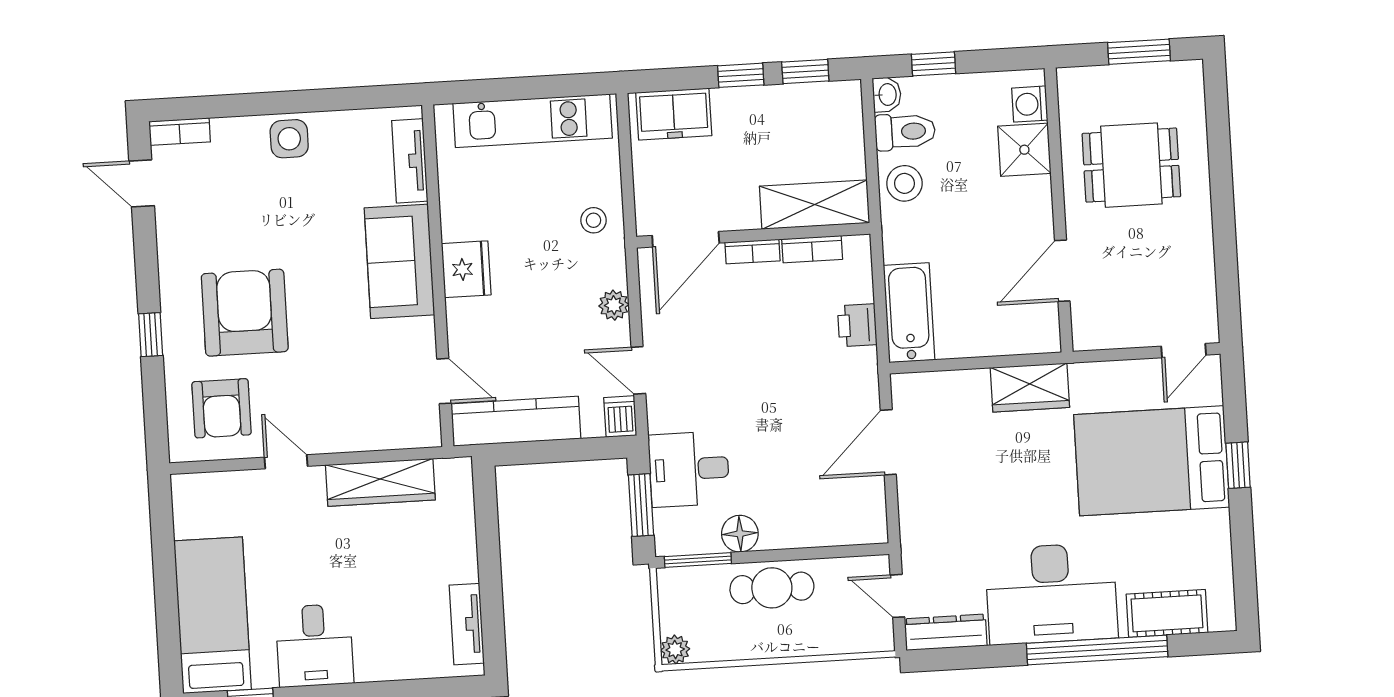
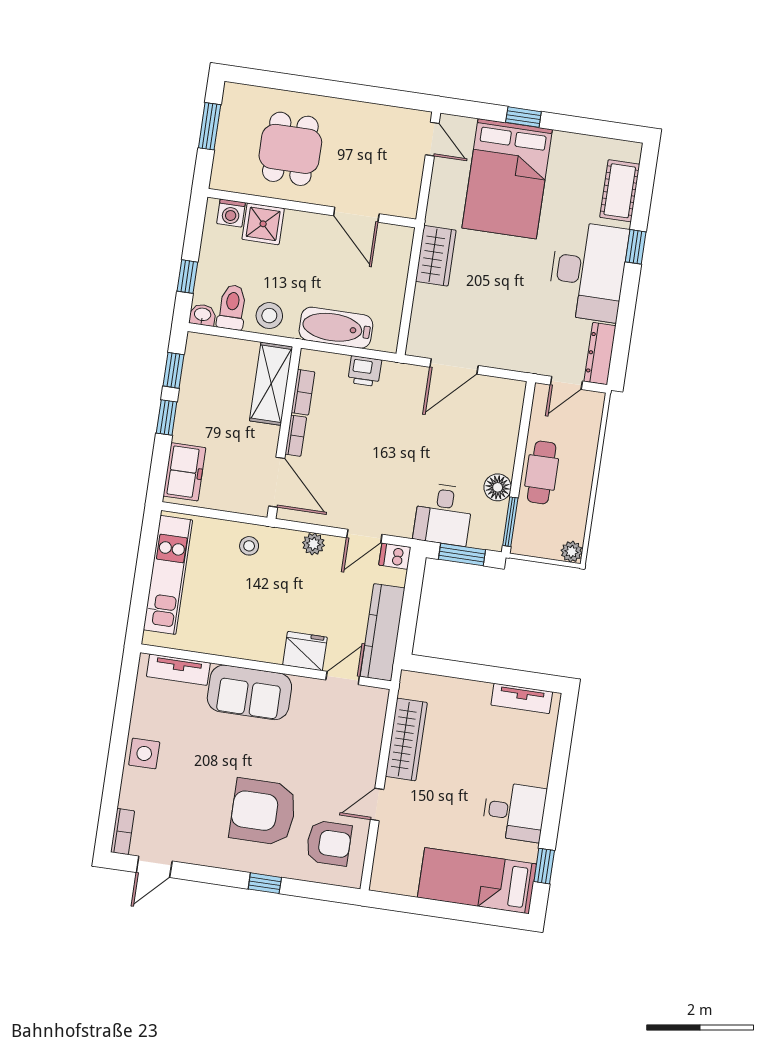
fridge: (466, 269) -> (305, 651), moved
bathtub: (909, 313) -> (336, 328), moved
door: (888, 442) -> (454, 366), hinge flipped
window: (1097, 650) -> (636, 247), width x0.32

